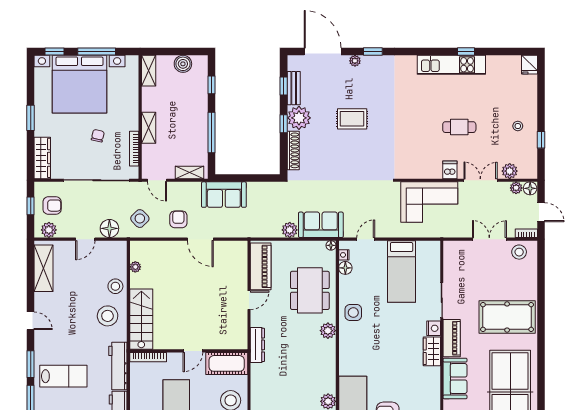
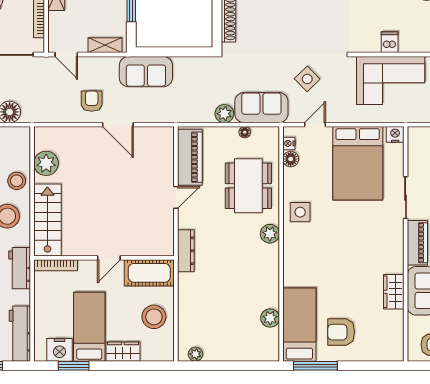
dishwasher: (450, 170) -> (390, 42), moved
side table: (140, 219) -> (307, 79), moved
floor lamp: (331, 245) -> (245, 132), moved
plant: (135, 267) -> (46, 163), width x1.88, depth x1.88
bed: (402, 271) -> (358, 163), width x1.50
nightstand: (434, 328) -> (395, 134), moved, turned -90
wardrobe: (432, 351) -> (394, 292), moved
workbench: (118, 366) -> (20, 268), width x0.73

